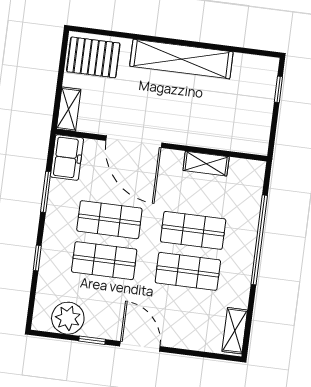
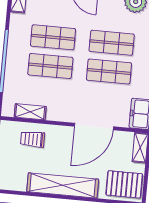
trolley: (222, 127) -> (33, 139), added
door: (134, 142) -> (94, 127), swing flipped
shelving: (206, 164) -> (30, 112), moved

